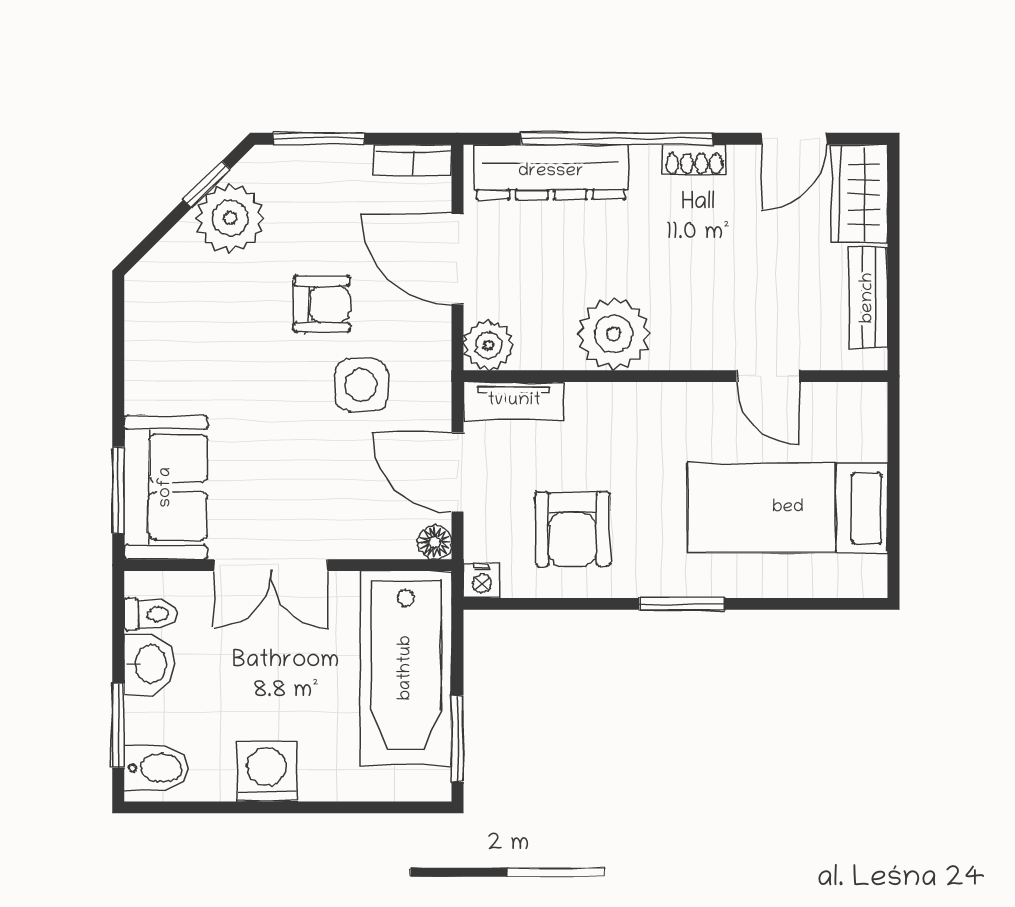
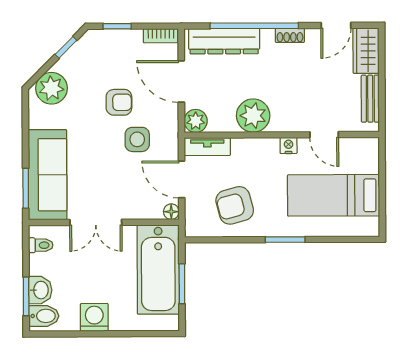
window: (319, 139) -> (117, 26), width x0.67
plant: (230, 218) -> (51, 88), moved
sofa: (166, 487) -> (47, 175), width x1.36
armchair: (573, 529) -> (235, 205), turned 75
nightstand: (482, 581) -> (289, 146), moved, turned 180
washbasin: (149, 664) -> (40, 290), moved
window: (457, 739) -> (182, 284), moved

